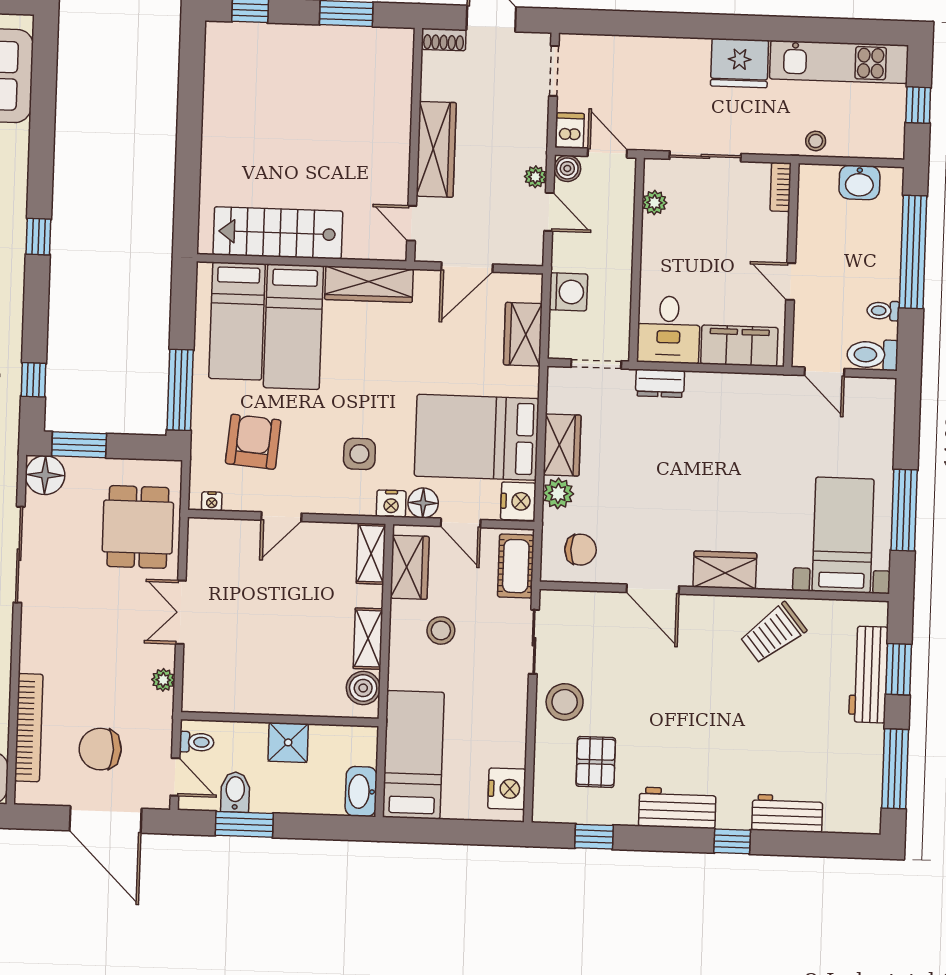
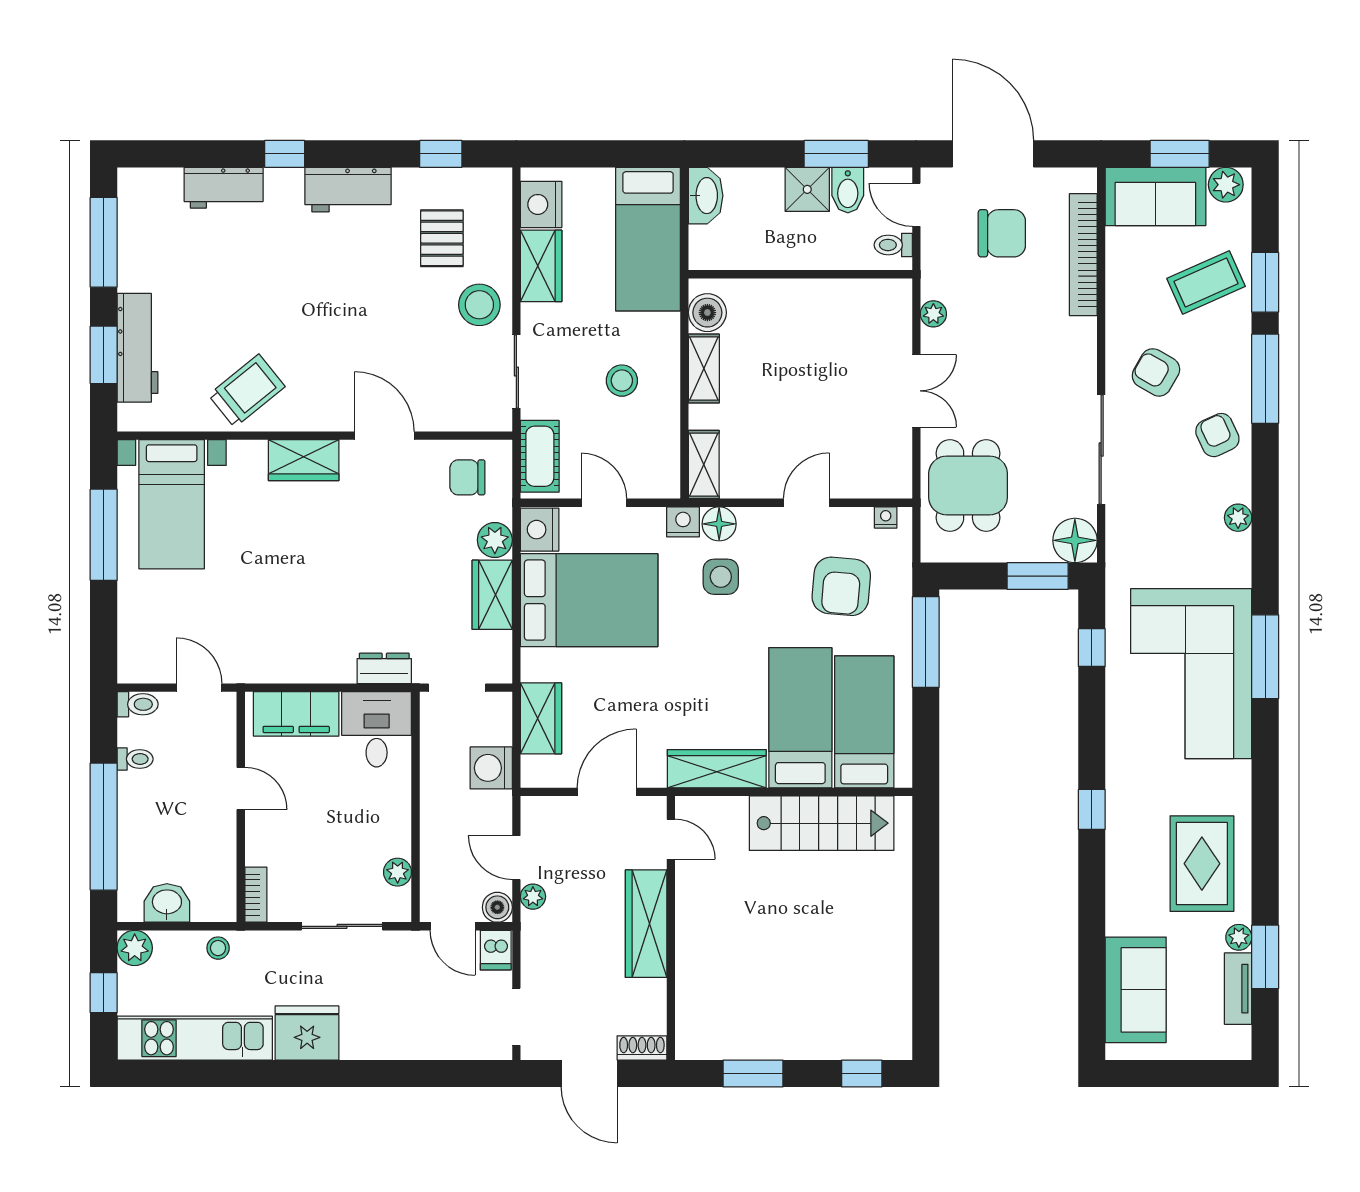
plant: (889, 144) -> (135, 948), added
toilet: (872, 355) -> (138, 704), width x0.73, depth x0.72
floor lamp: (423, 503) -> (719, 524), moved
wardrobe: (410, 567) -> (541, 266), moved, turned 180
shower: (288, 742) -> (807, 189), moved

